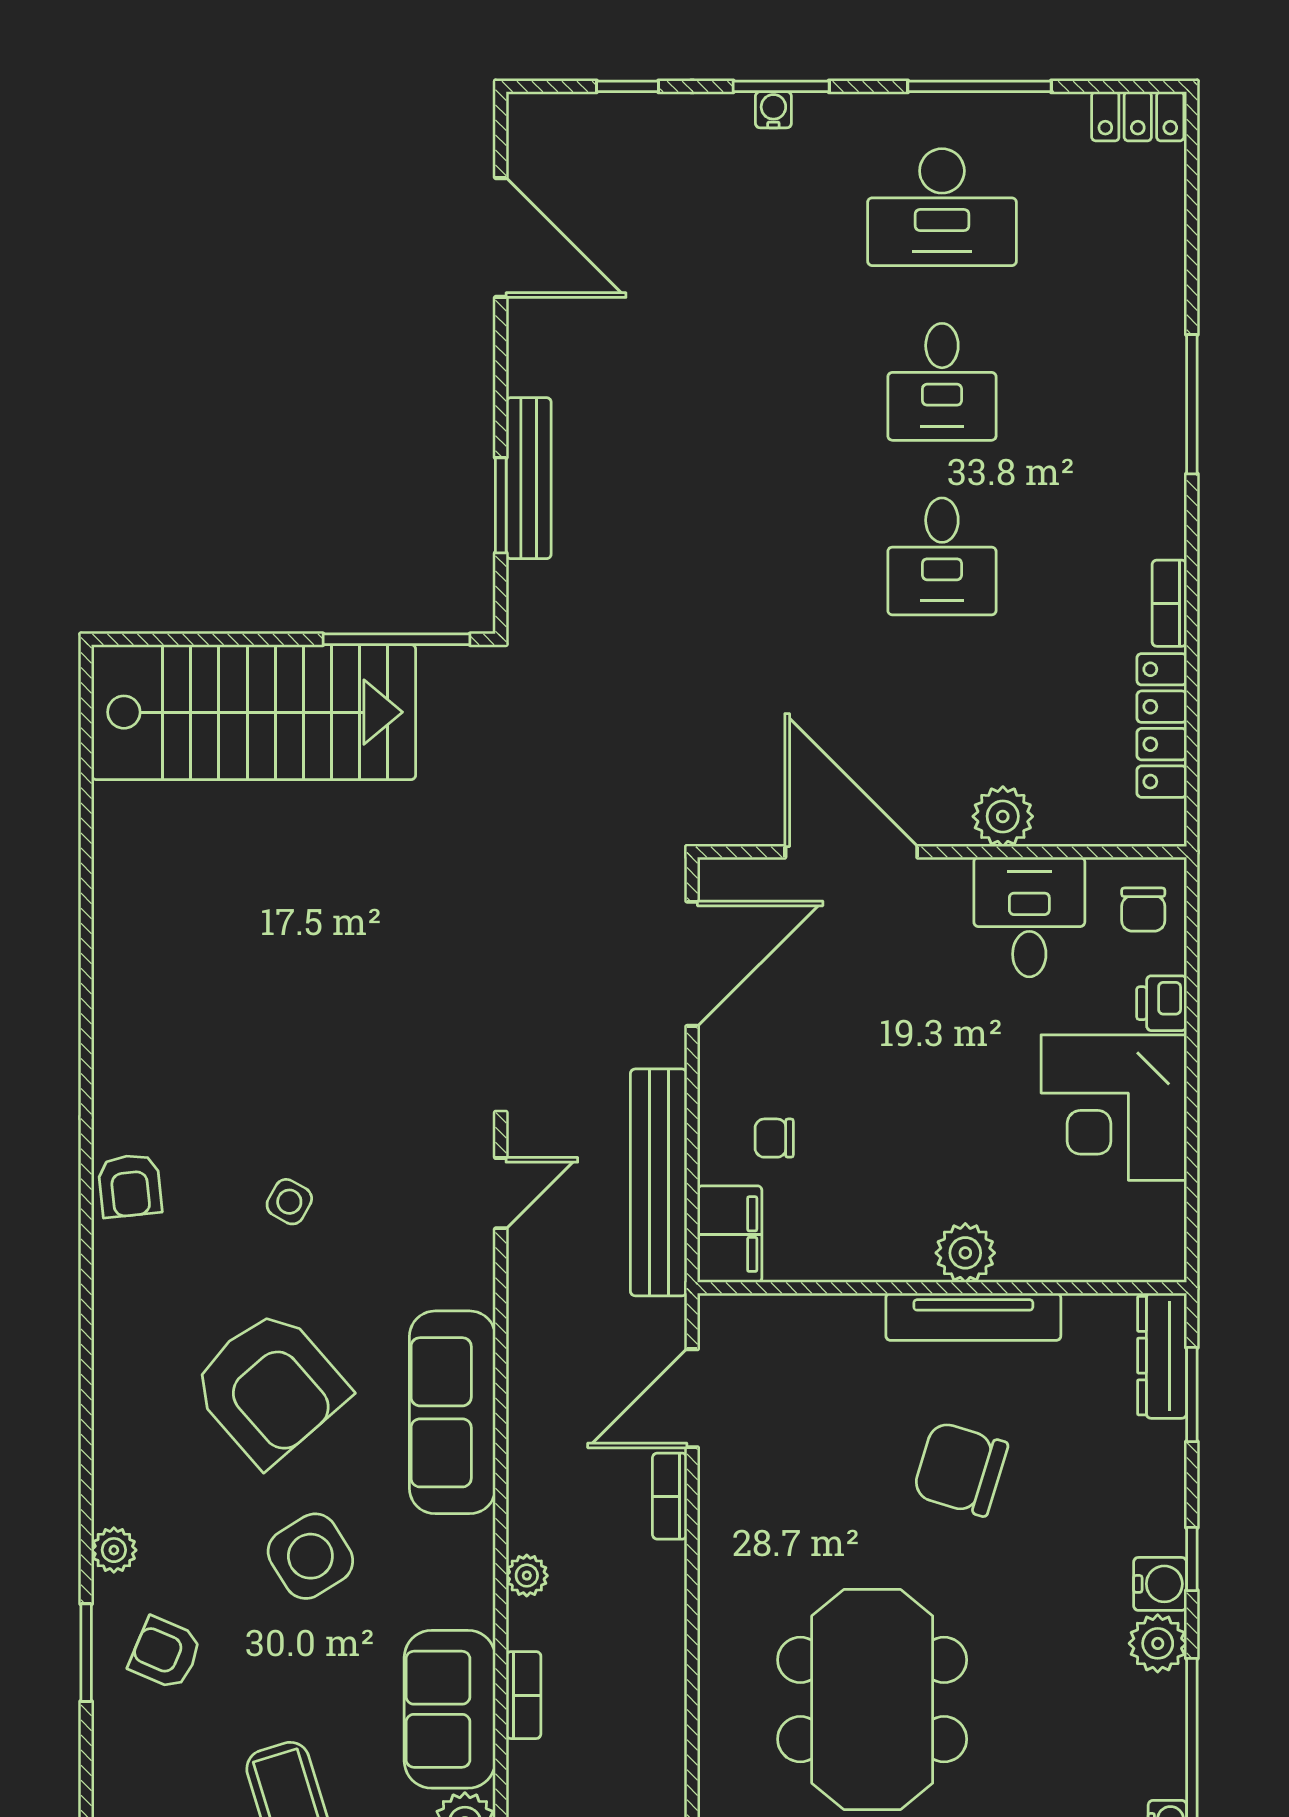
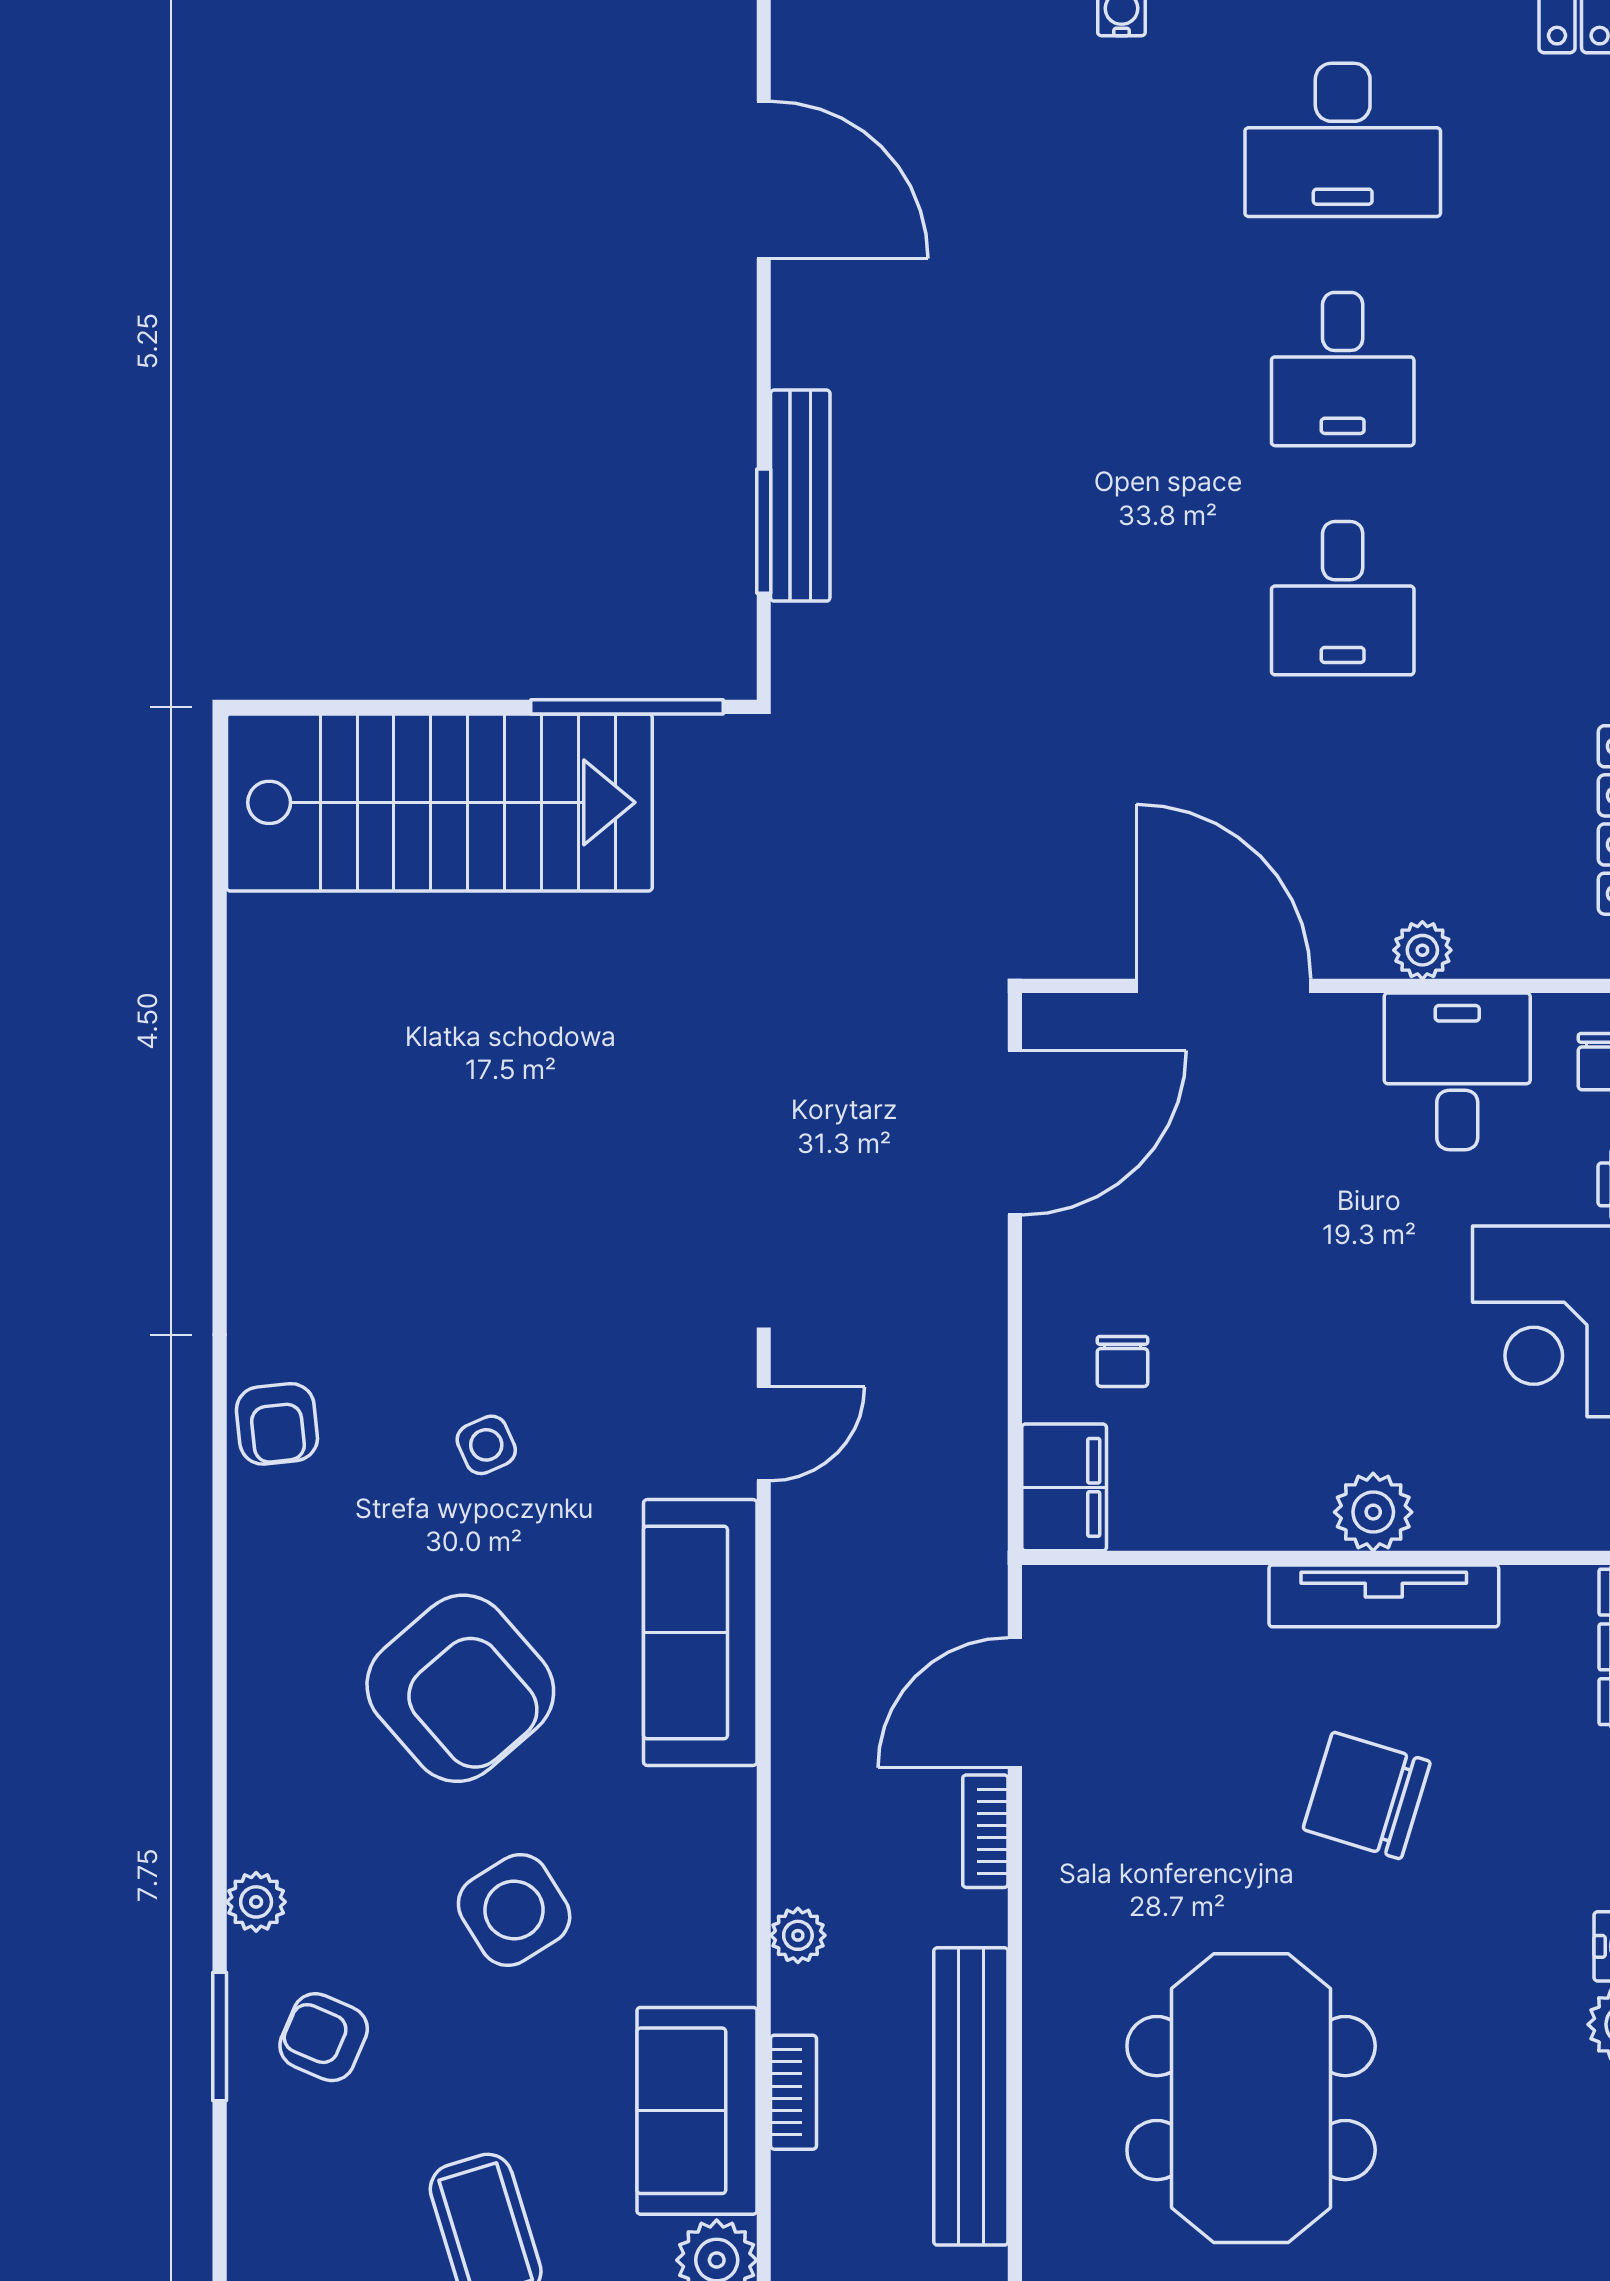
plant: (1003, 816) -> (1422, 950), width x0.73, depth x0.73
chair: (774, 1138) -> (1122, 1361), turned -90
bench: (659, 1182) -> (971, 2096), moved
side table: (289, 1202) -> (486, 1445), turned 37
sofa: (452, 1412) -> (700, 1632), moved

